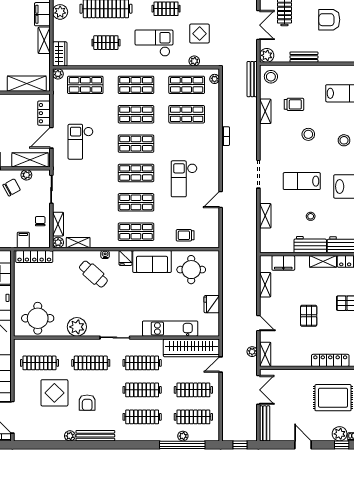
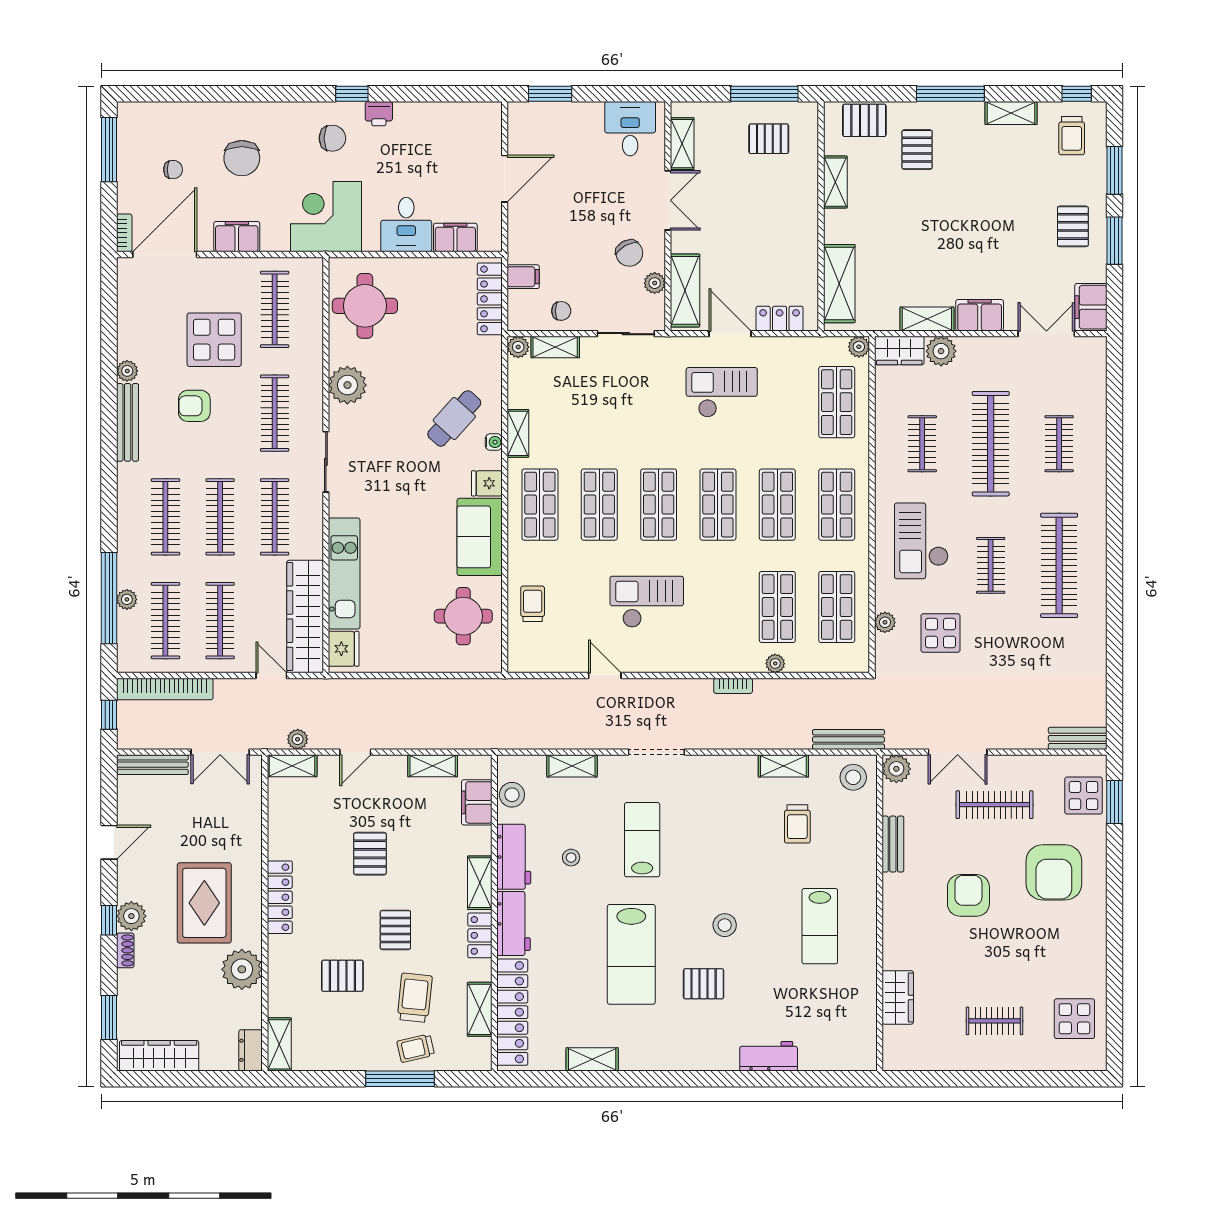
plant: (60, 12) -> (941, 351), moved
checkout: (154, 43) -> (921, 541), turned 180
plant: (215, 79) -> (775, 663), moved
stool: (308, 134) -> (512, 795), moved
shelving: (78, 243) -> (518, 433), moved
fridge: (212, 304) -> (344, 649), moved, turned 90
pallet: (309, 316) -> (370, 854), turned 90
bookcase: (227, 417) -> (165, 689), added

